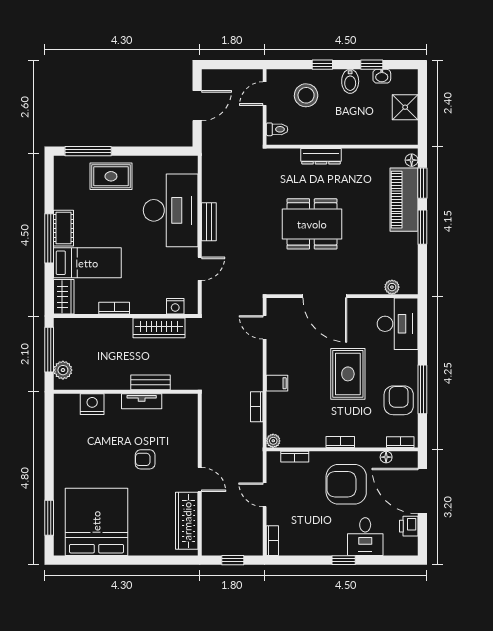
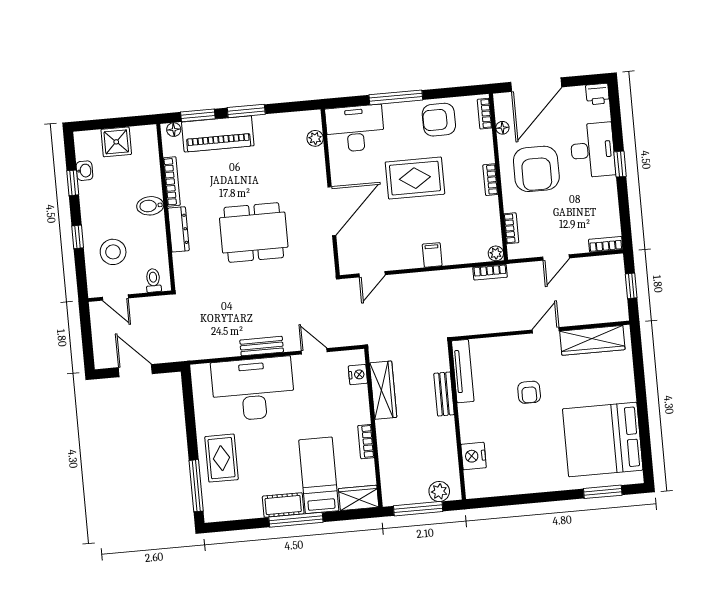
bidet: (350, 81) -> (150, 206), moved, turned 180
bookcase: (365, 154) -> (172, 182), added
dining table: (312, 224) -> (254, 233), turned 90
window: (422, 389) -> (396, 97), moved
tv unit: (142, 401) -> (463, 371), moved, width x1.41
bookcase: (257, 407) -> (490, 272), moved
printer: (409, 526) -> (598, 94), moved
desk: (365, 537) -> (593, 150), width x1.37

